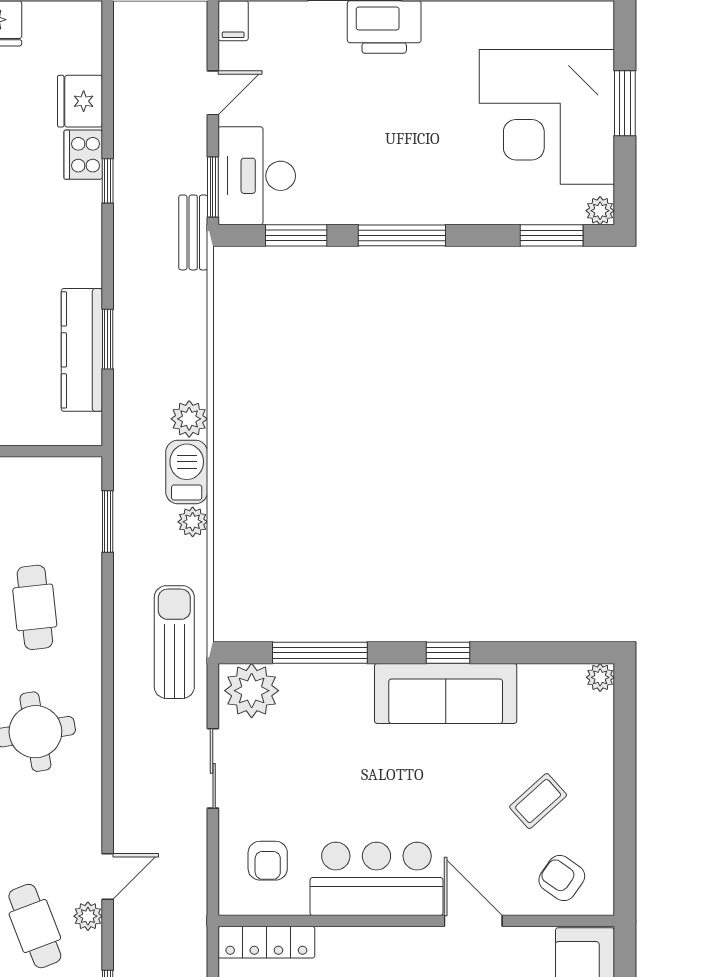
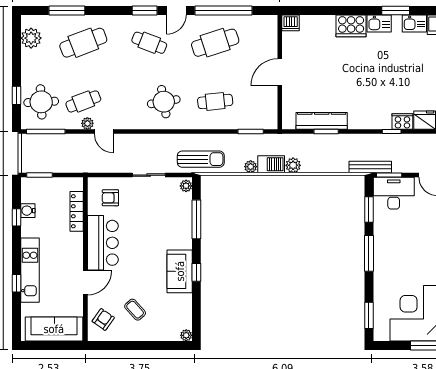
plant: (600, 211) -> (379, 335), removed
bench: (193, 232) -> (370, 167), width x1.36
plant: (252, 691) -> (186, 186), width x0.53, depth x0.53
sofa: (446, 693) -> (180, 271), width x0.73
locker: (266, 942) -> (77, 211), moved

